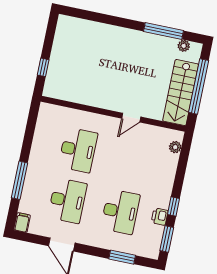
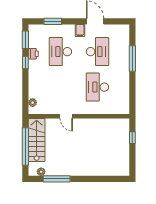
door: (131, 118) -> (66, 116), swing flipped
desk: (67, 201) -> (97, 52), turned 180
filing cabinet: (22, 222) -> (80, 31), moved

